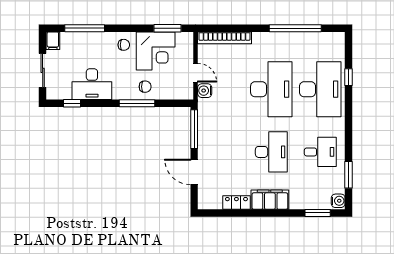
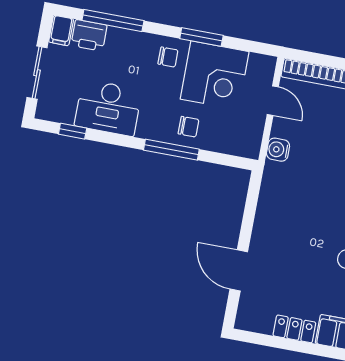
window: (168, 28) -> (201, 37), moved
printer: (71, 40) -> (89, 35), added
door: (196, 73) -> (273, 101), moved
window: (194, 129) -> (251, 205), removed

